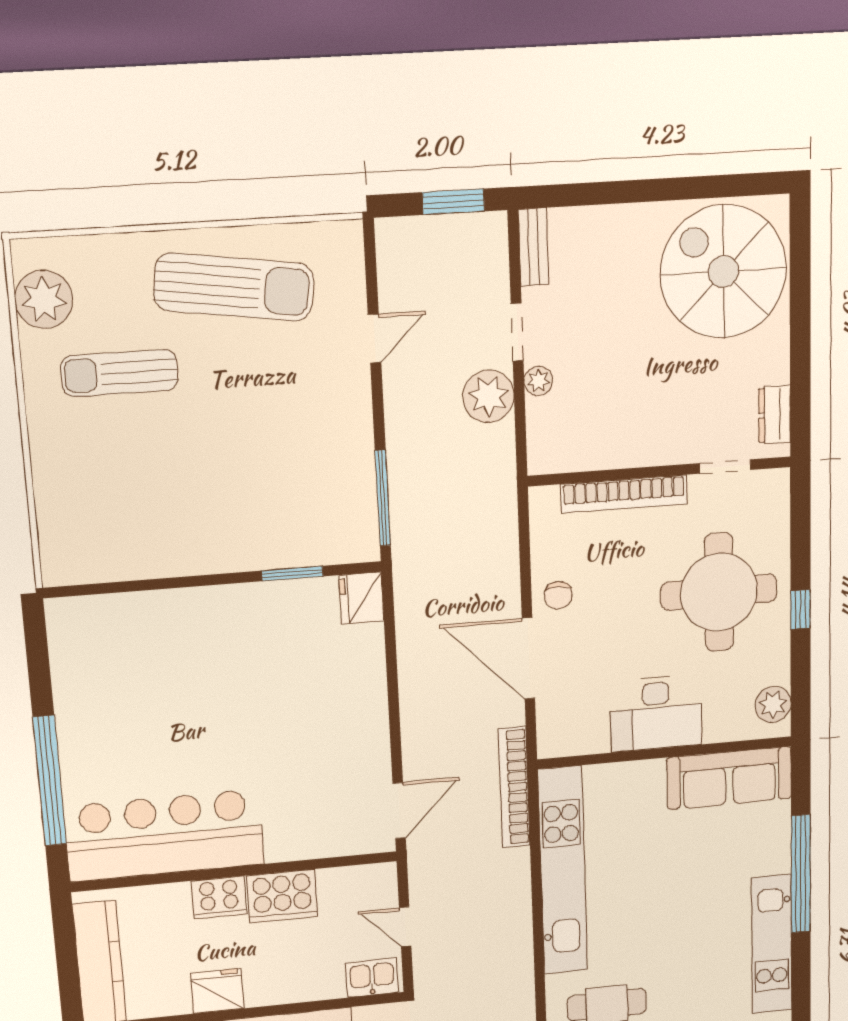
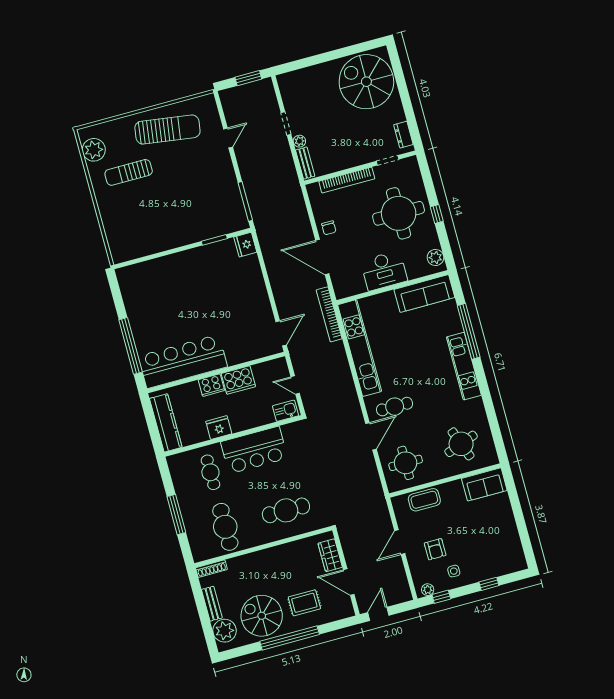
bench: (534, 247) -> (305, 163), moved
plant: (489, 396) -> (280, 151), removed

